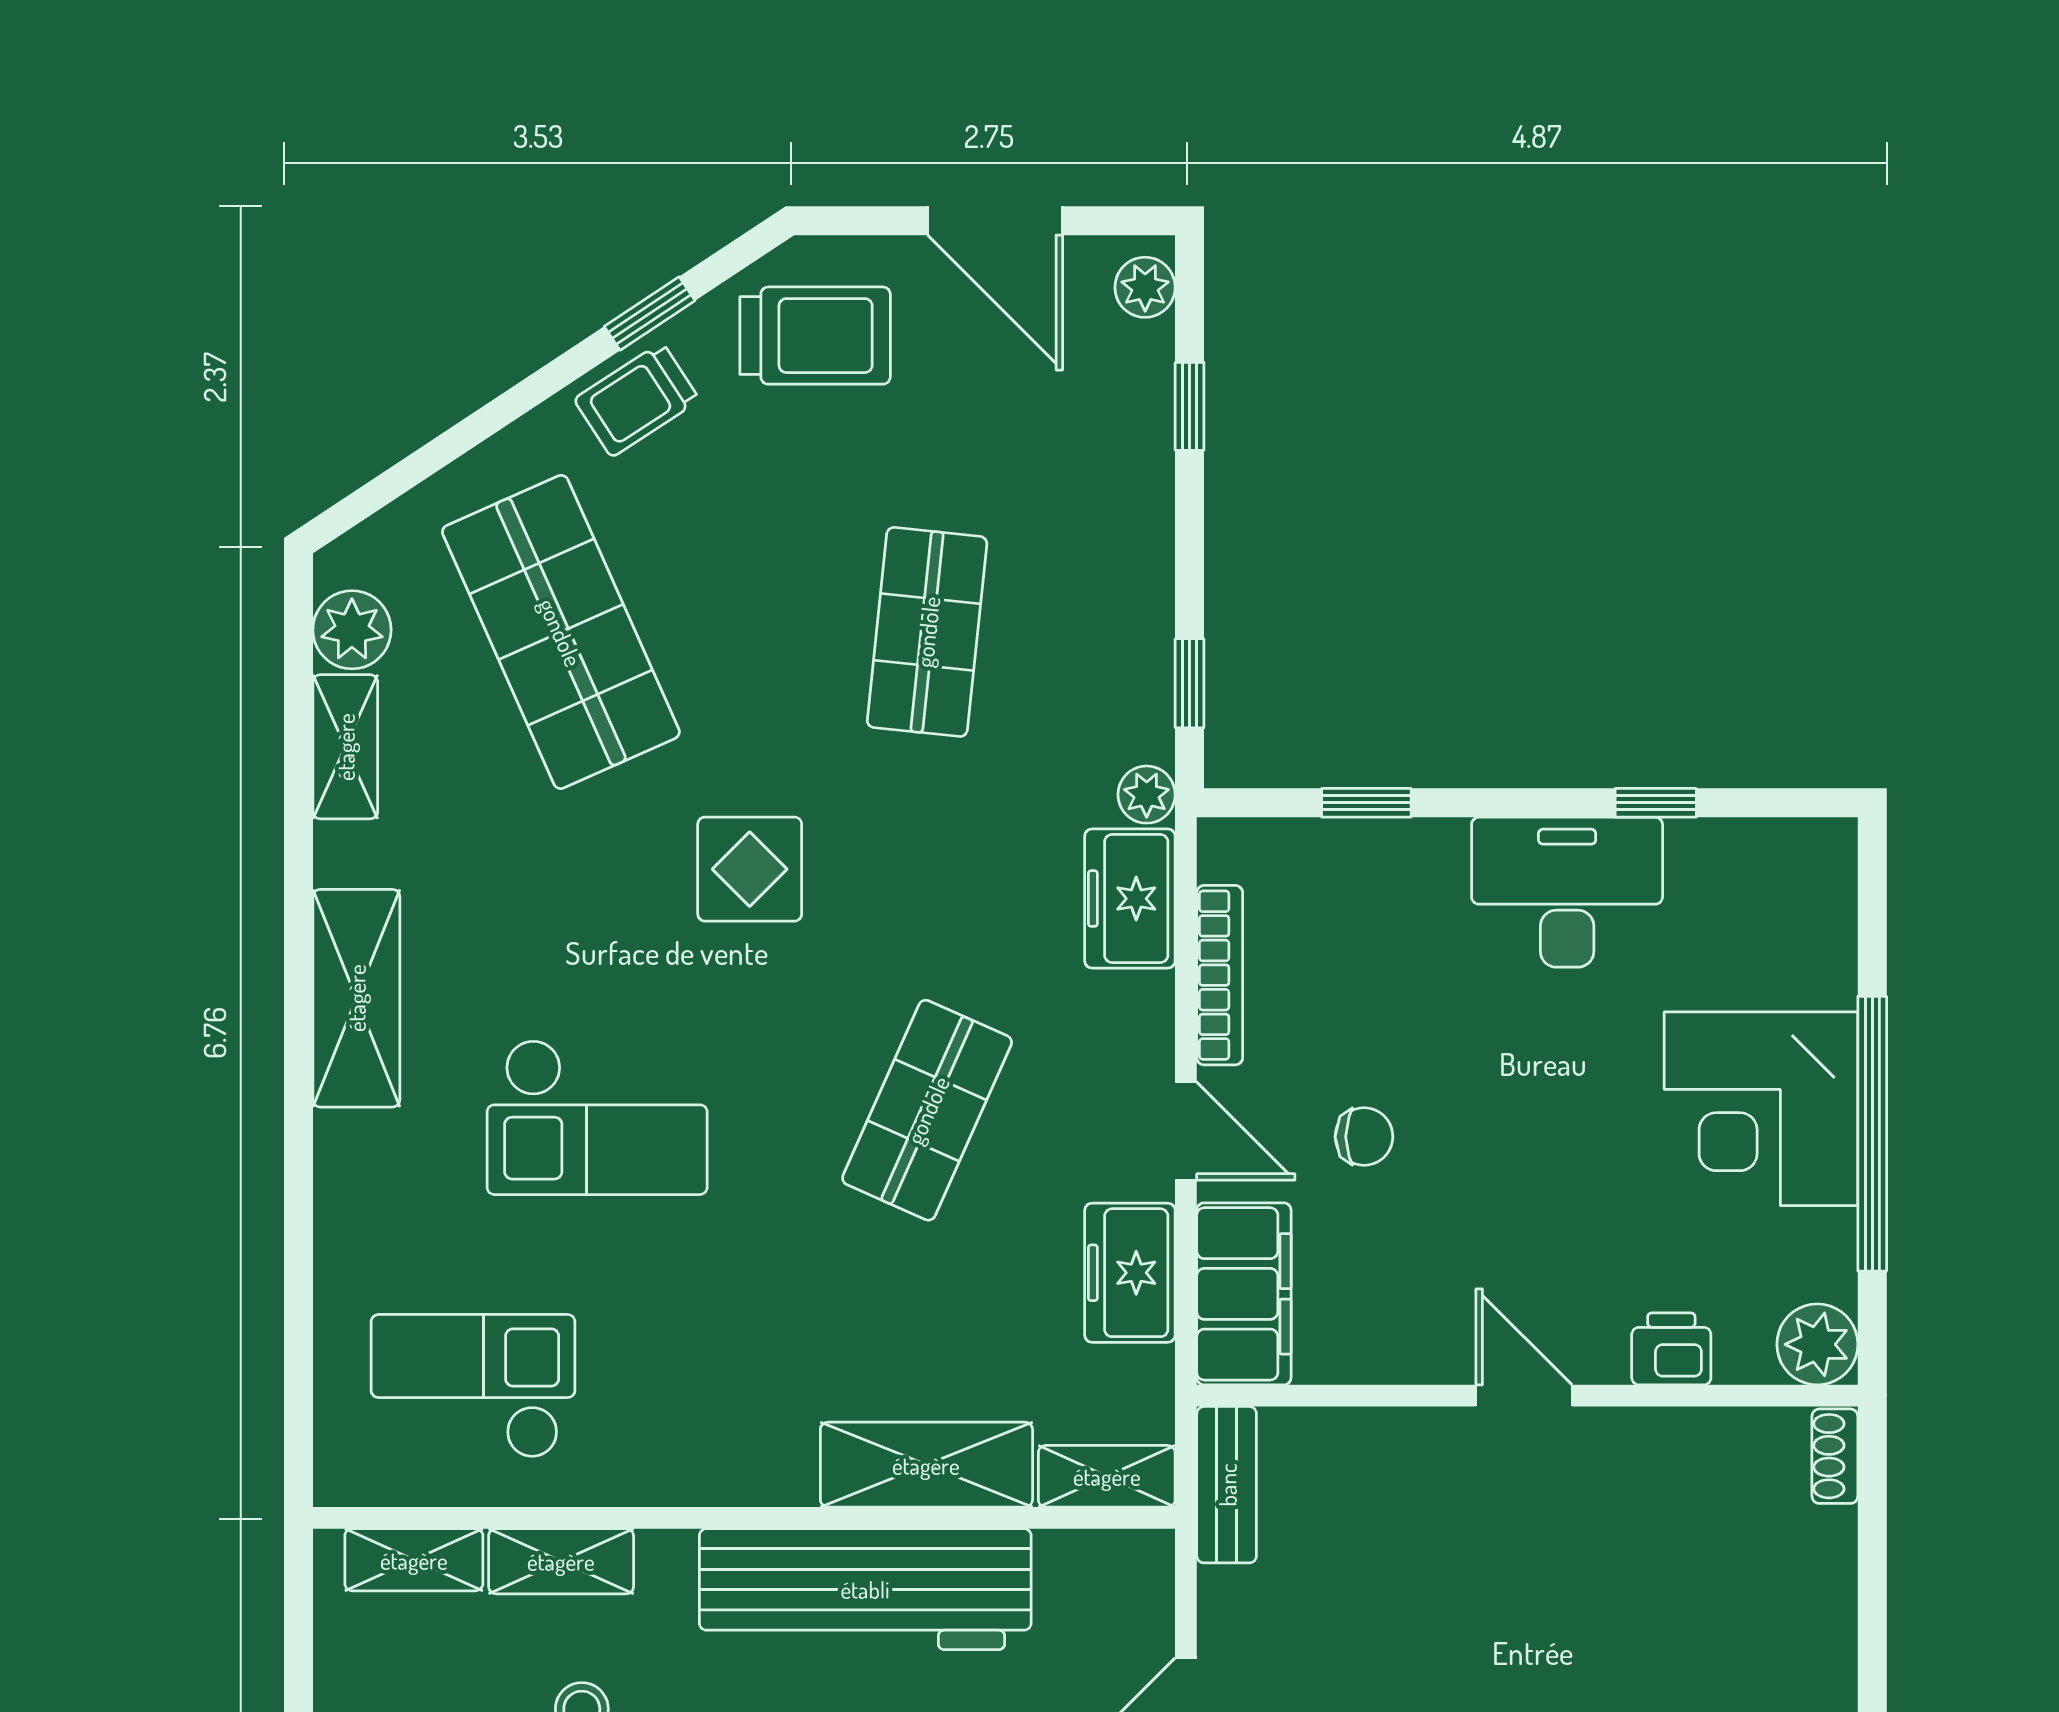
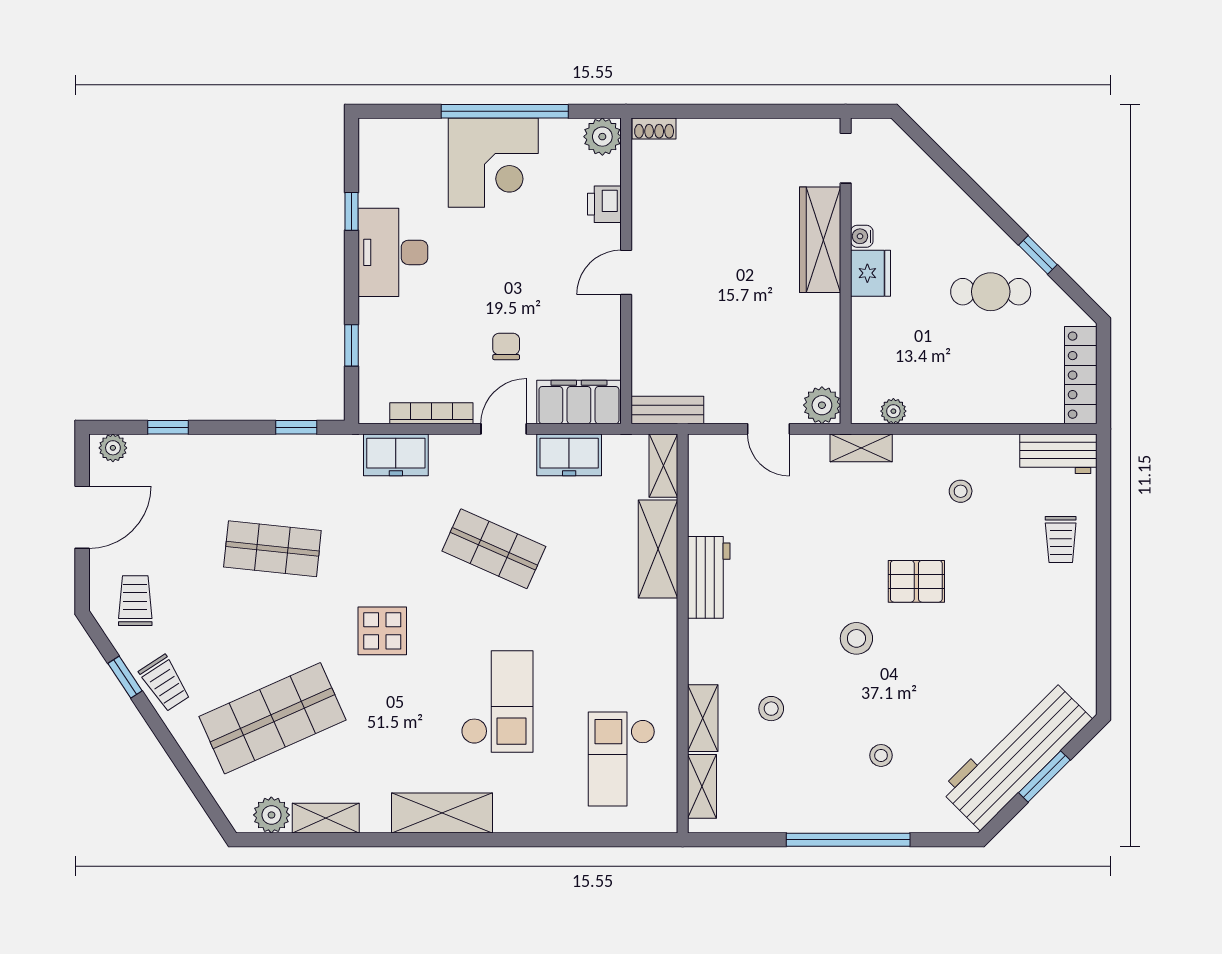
trolley: (815, 336) -> (135, 601), width x0.73, depth x0.72
plant: (1147, 795) -> (348, 447), removed
workbench: (865, 1589) -> (709, 577), width x0.53, depth x0.76

